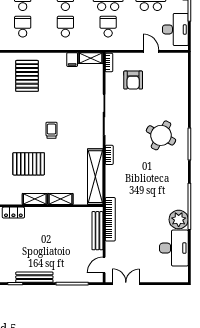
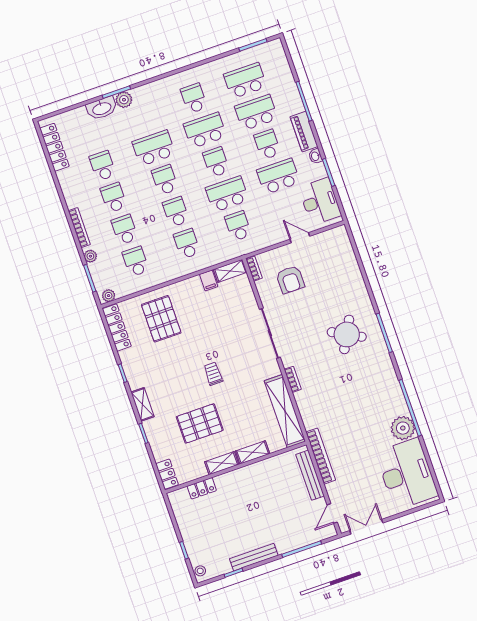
desk: (174, 248) -> (407, 474), width x1.36, depth x1.30

